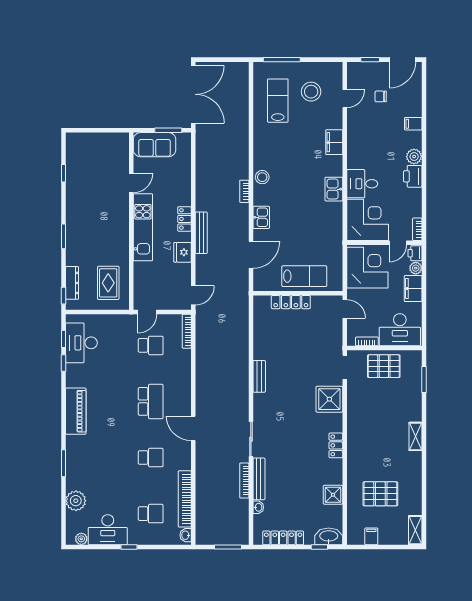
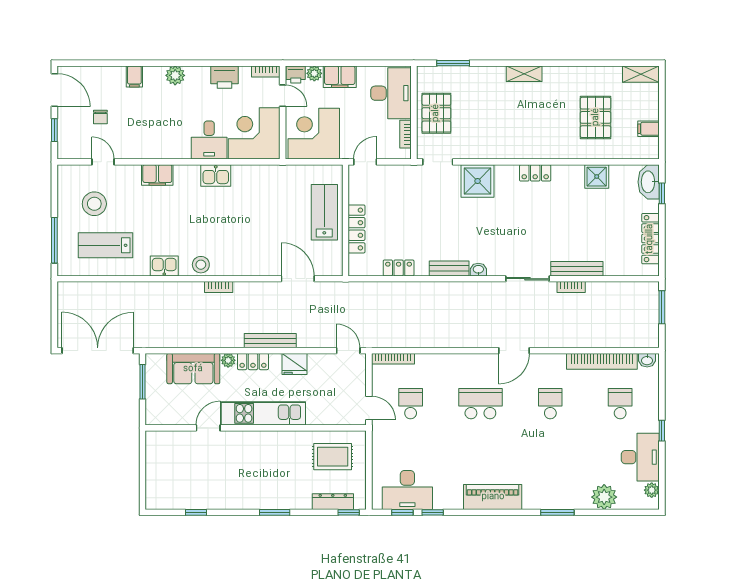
sofa: (155, 145) -> (193, 369), moved, turned 90
printer: (413, 176) -> (225, 77), moved
door: (131, 183) -> (208, 428), hinge flipped
plant: (185, 199) -> (228, 360), added
kitchen sink: (261, 217) -> (164, 266), moved
locker: (260, 336) -> (399, 268), added
bookcase: (244, 480) -> (571, 287), width x0.64
washbasin: (258, 507) -> (478, 270), moved

